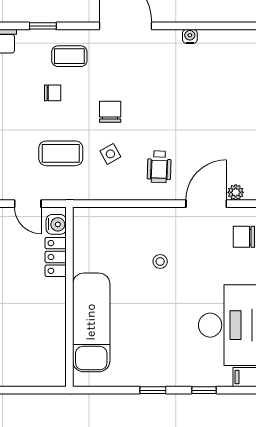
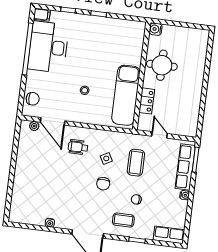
coffee table: (61, 153) -> (136, 163), turned 90
wheelchair: (159, 167) -> (78, 147), turned -92
door: (206, 204) -> (53, 121), hinge flipped
water cooler: (56, 224) -> (156, 29), moved
round table: (38, 319) -> (162, 65), added
exam couch: (91, 322) -> (126, 95), moved

